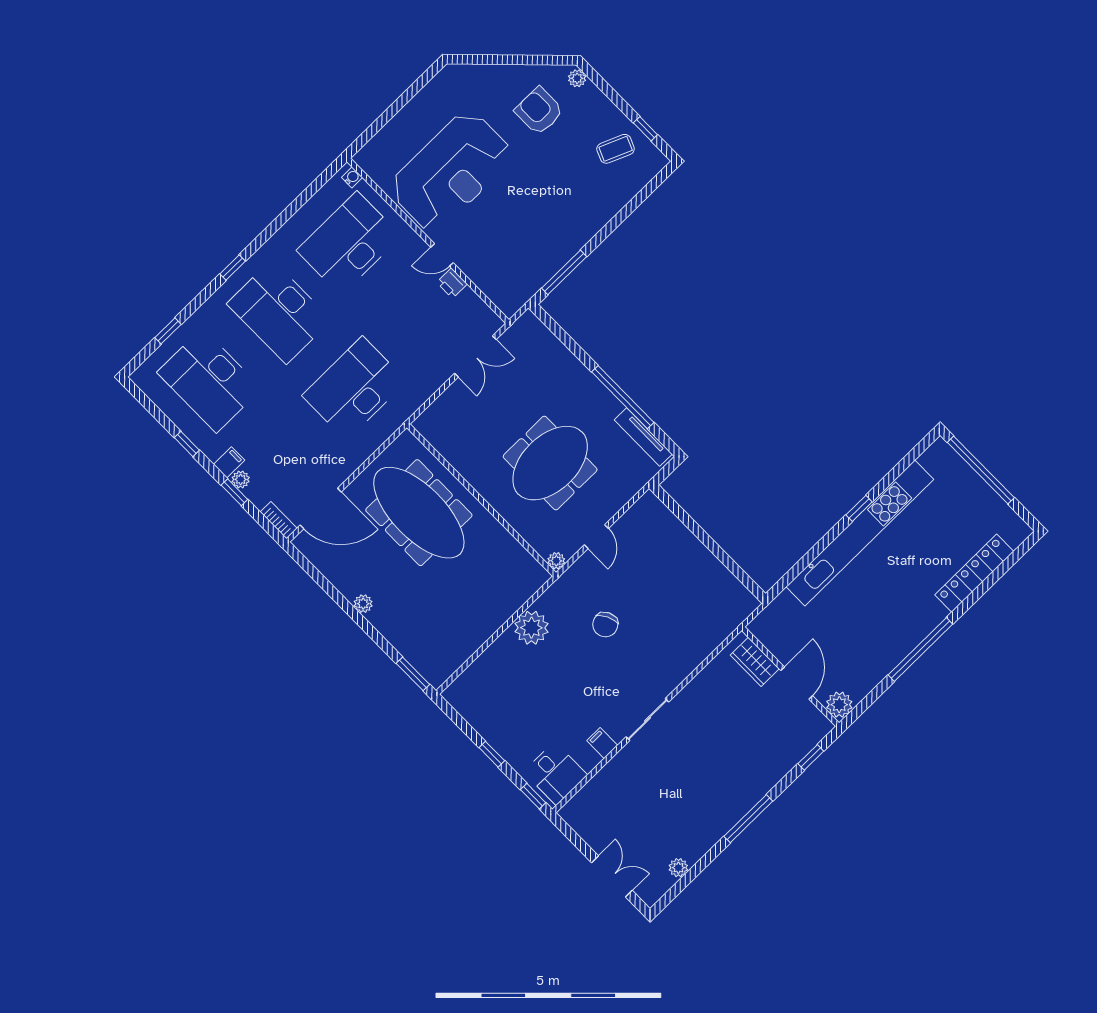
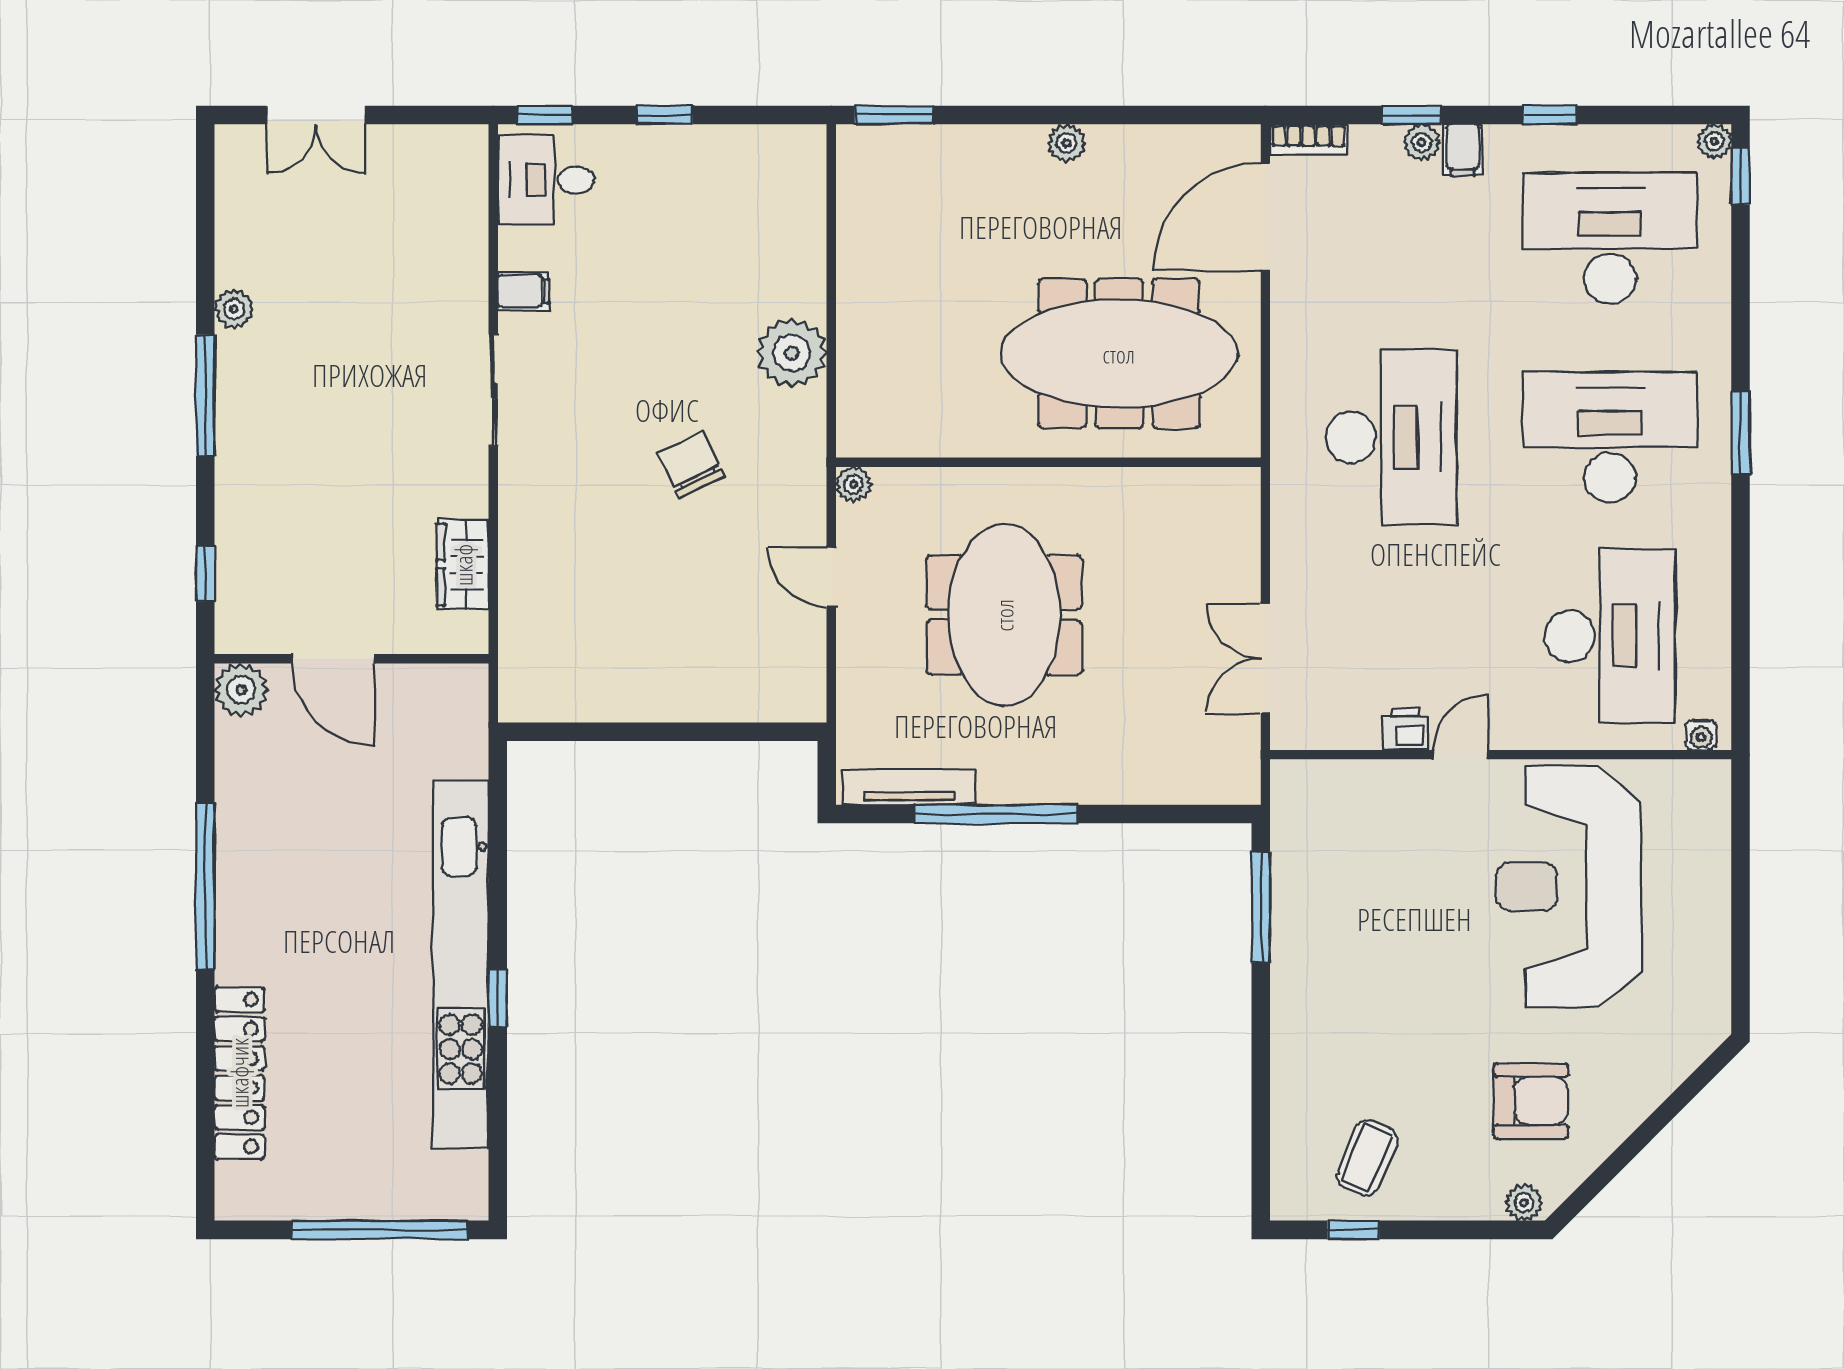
window: (233, 268) -> (1741, 433), width x1.50
window: (168, 331) -> (1741, 176), moved
plant: (140, 377) -> (1714, 141), added
wardrobe: (755, 662) -> (463, 565), moved, turned -90
plant: (678, 868) -> (234, 309), moved

